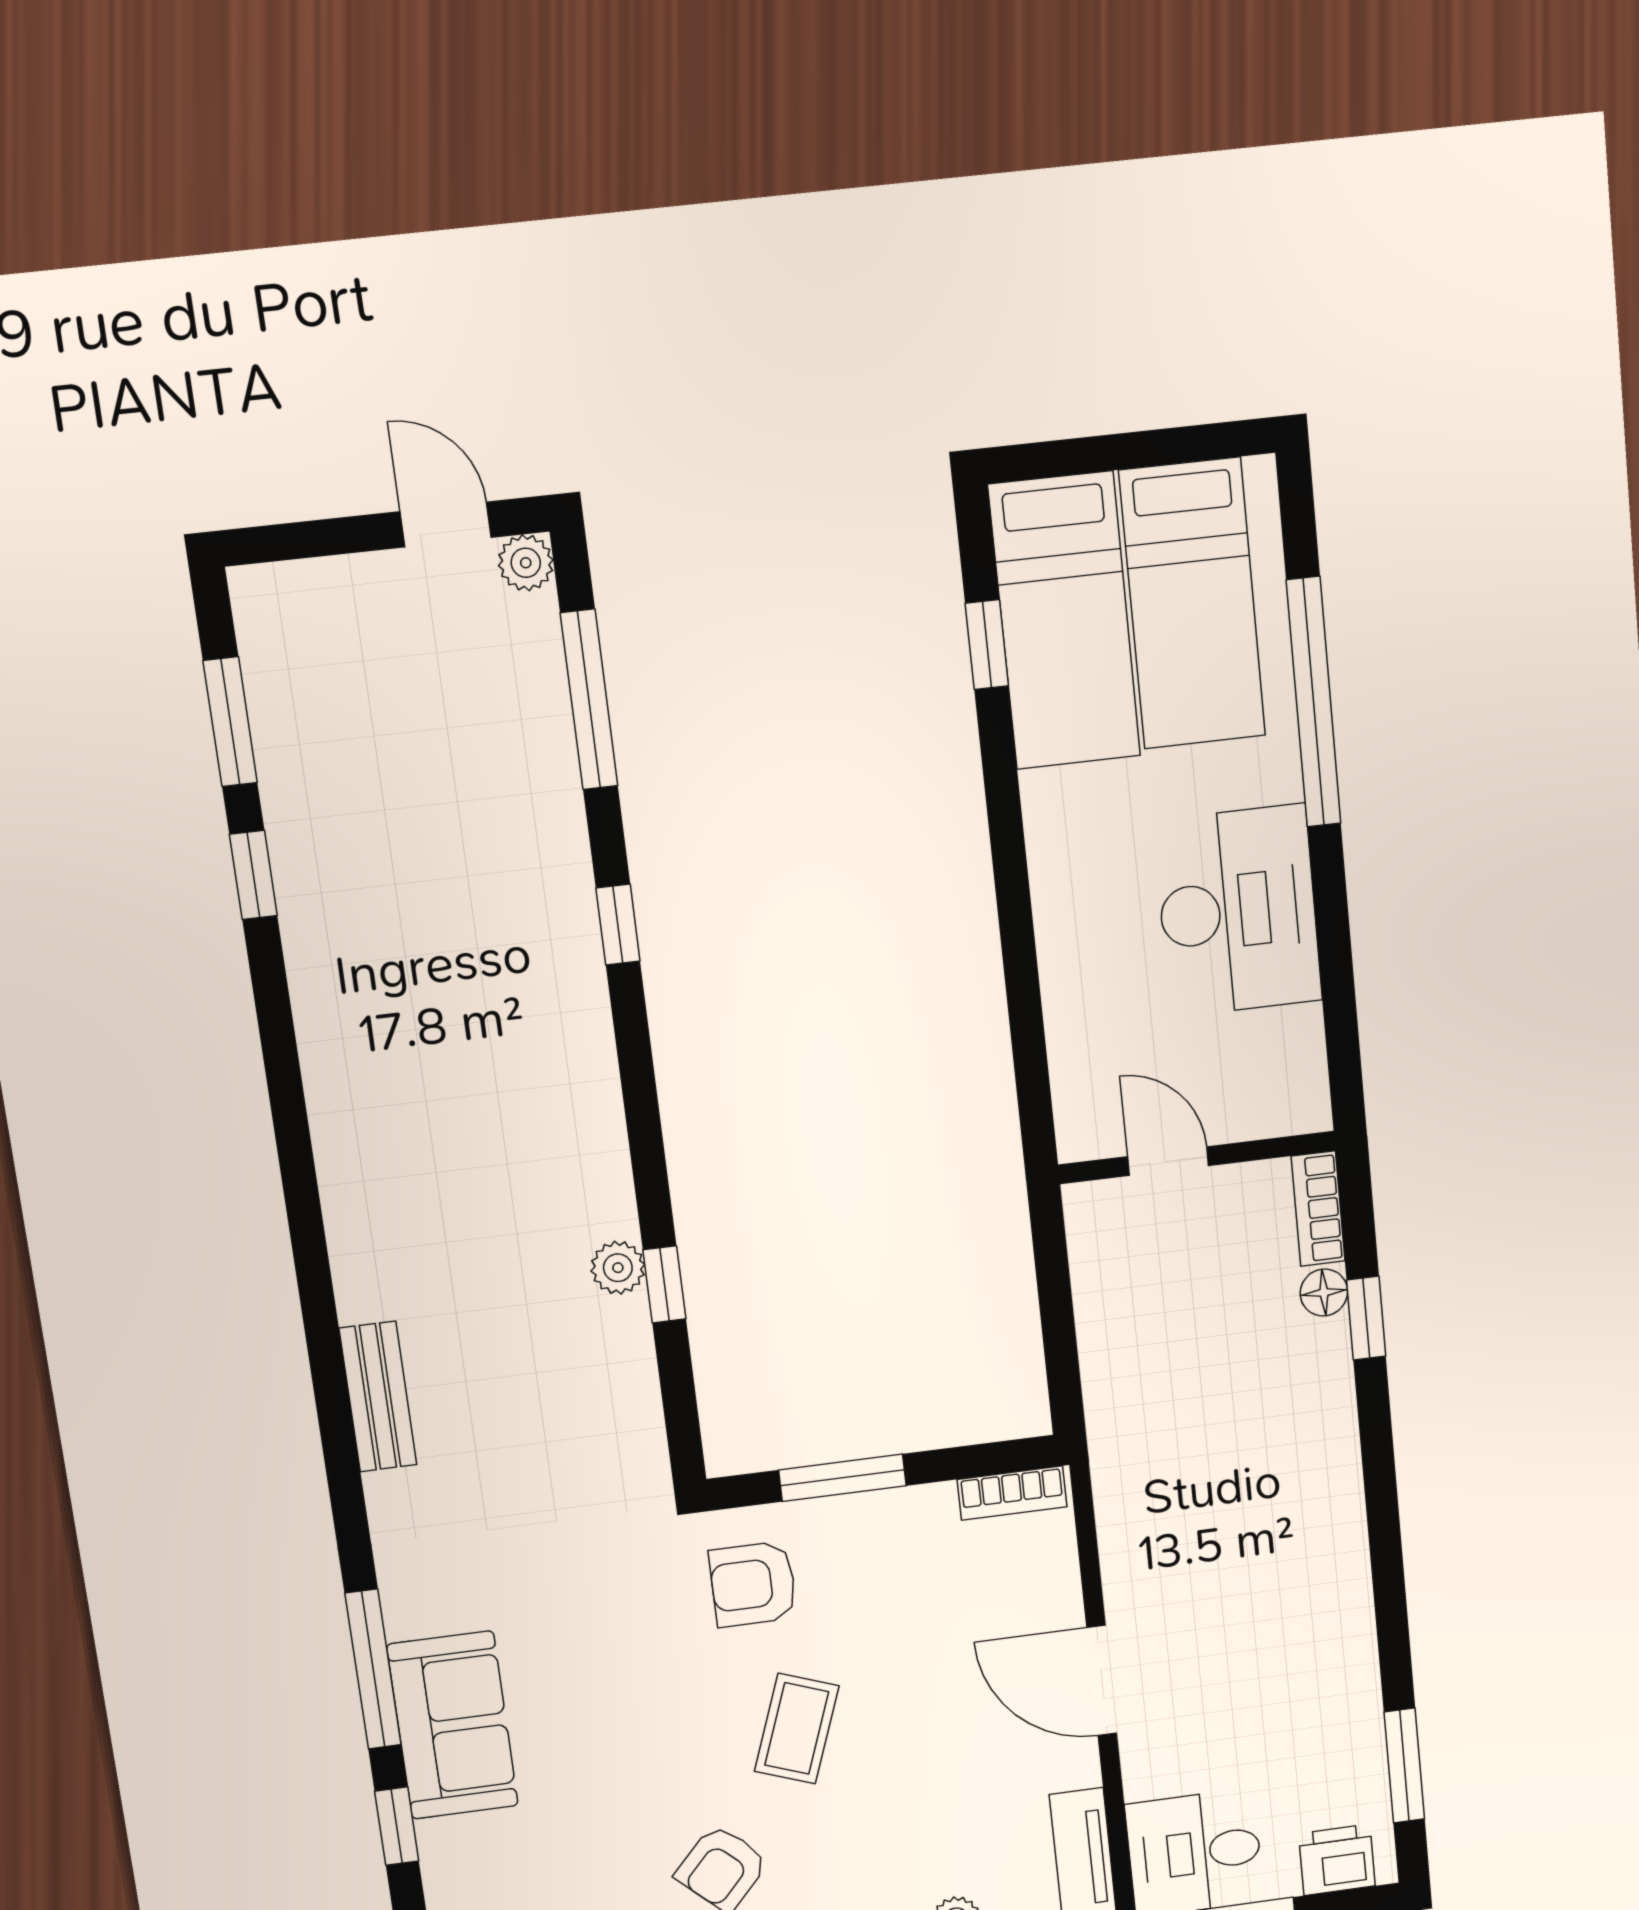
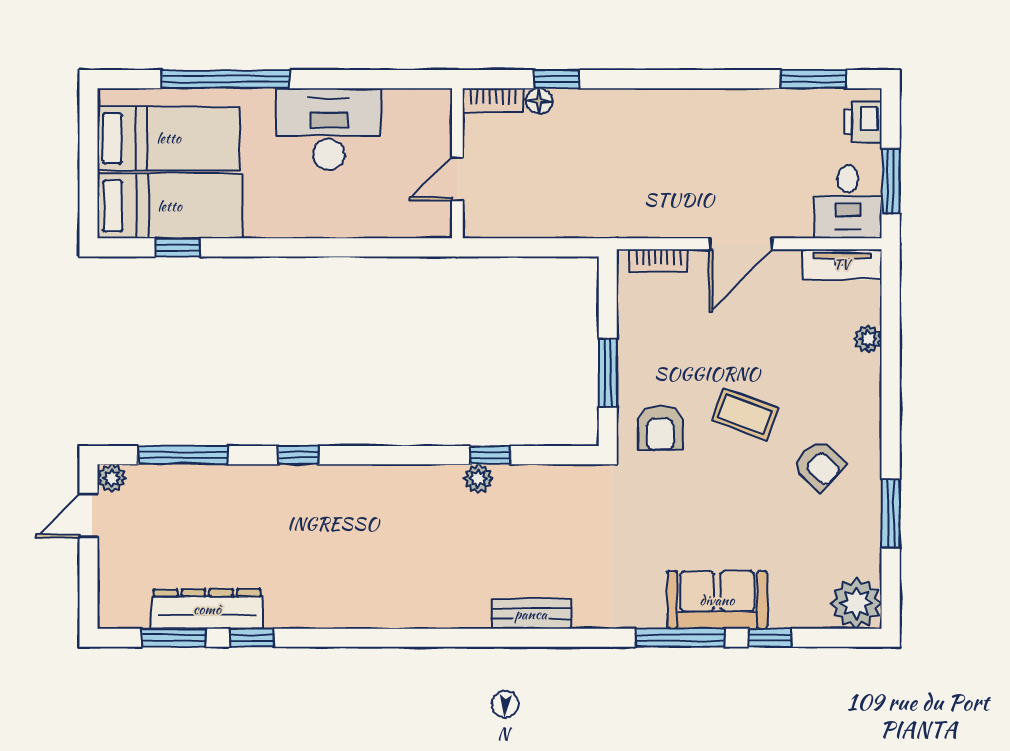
dresser: (296, 781) -> (207, 609), added
bookcase: (1012, 1493) -> (658, 261), moved, turned 90

